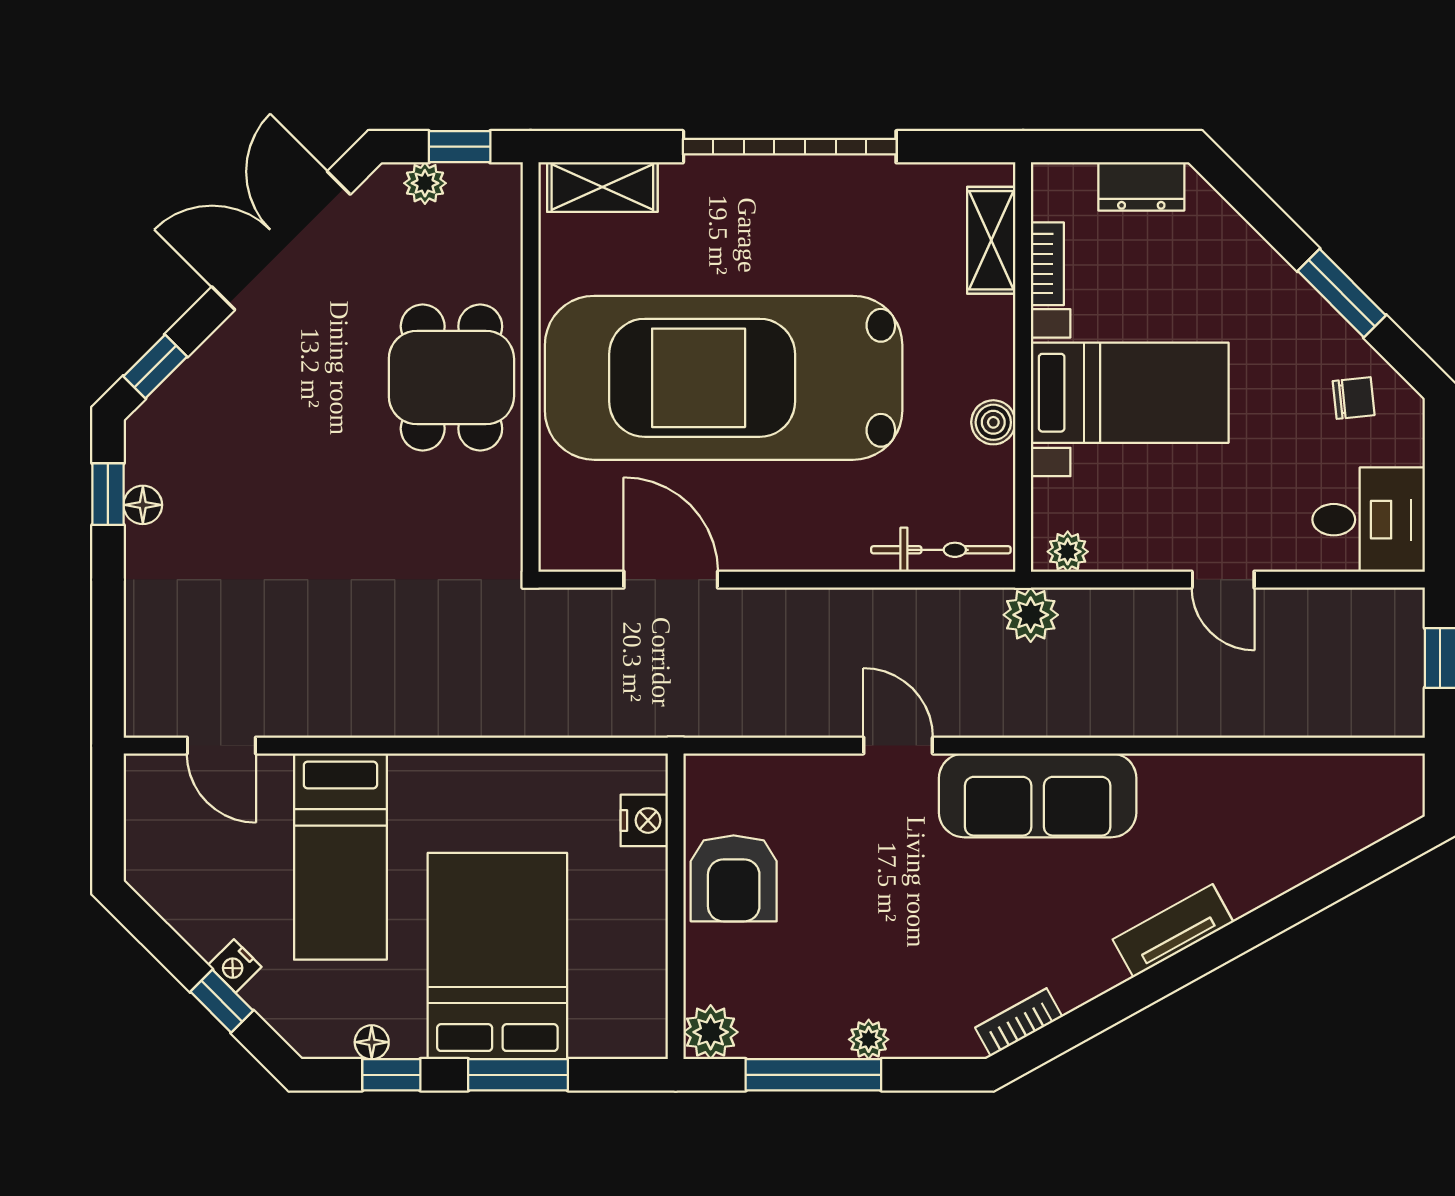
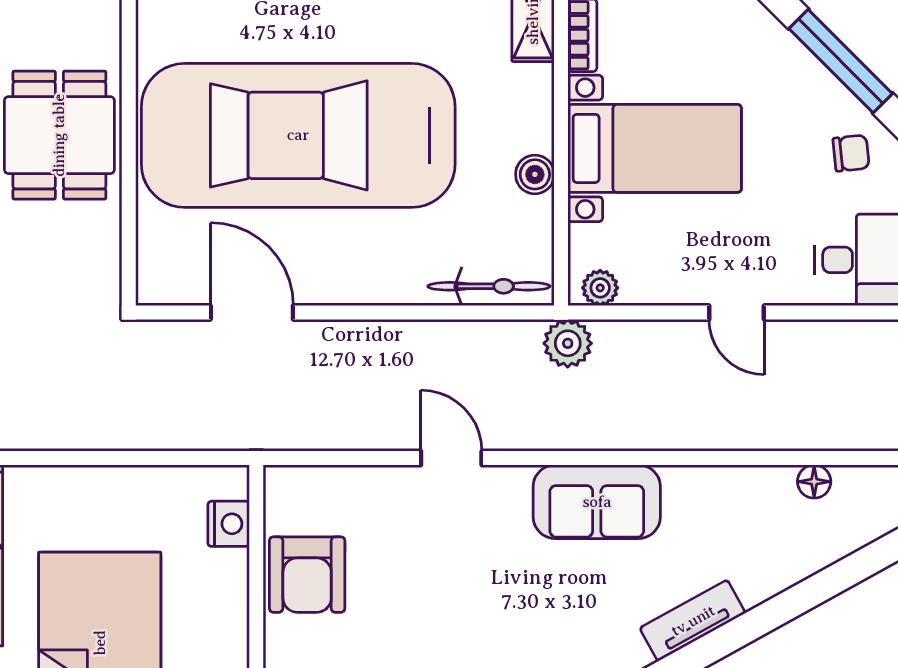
window: (1342, 293) -> (841, 61), width x1.44
floor lamp: (1312, 772) -> (814, 482), added
sofa: (1038, 795) -> (597, 502), width x0.73

